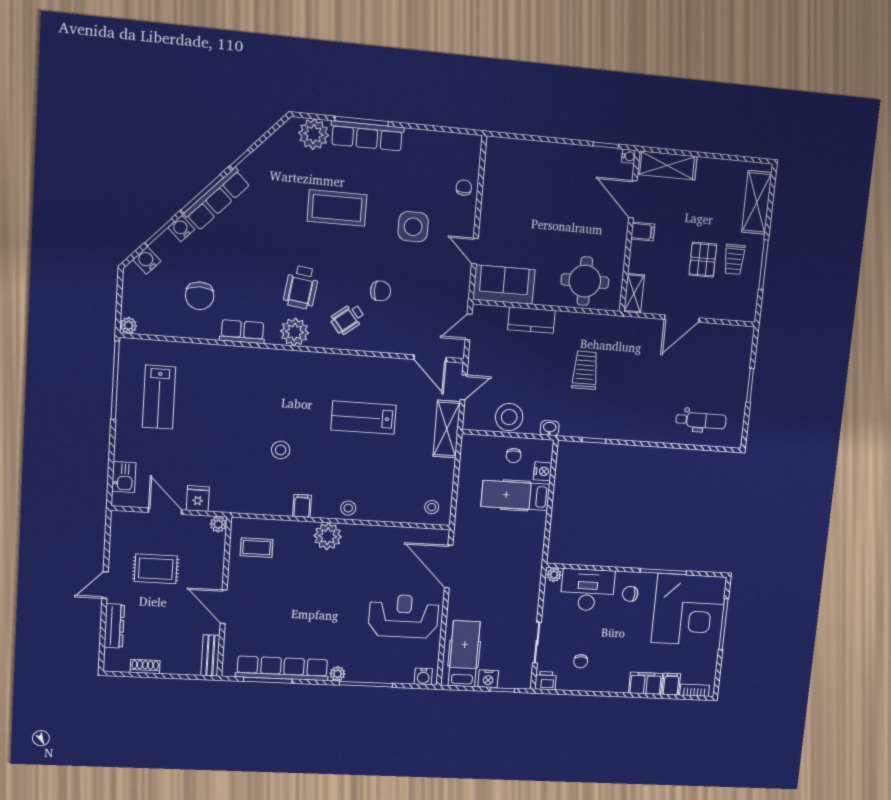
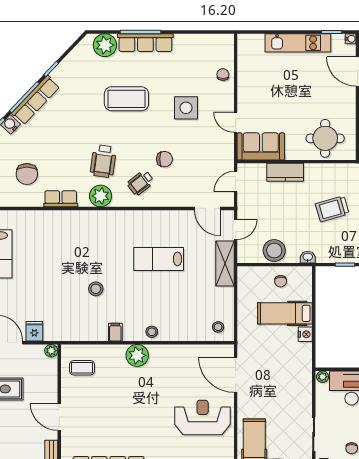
kitchen unit: (562, 155) -> (298, 43), added
trolley: (585, 370) -> (332, 209), turned -106
nightstand: (543, 471) -> (305, 334), moved

